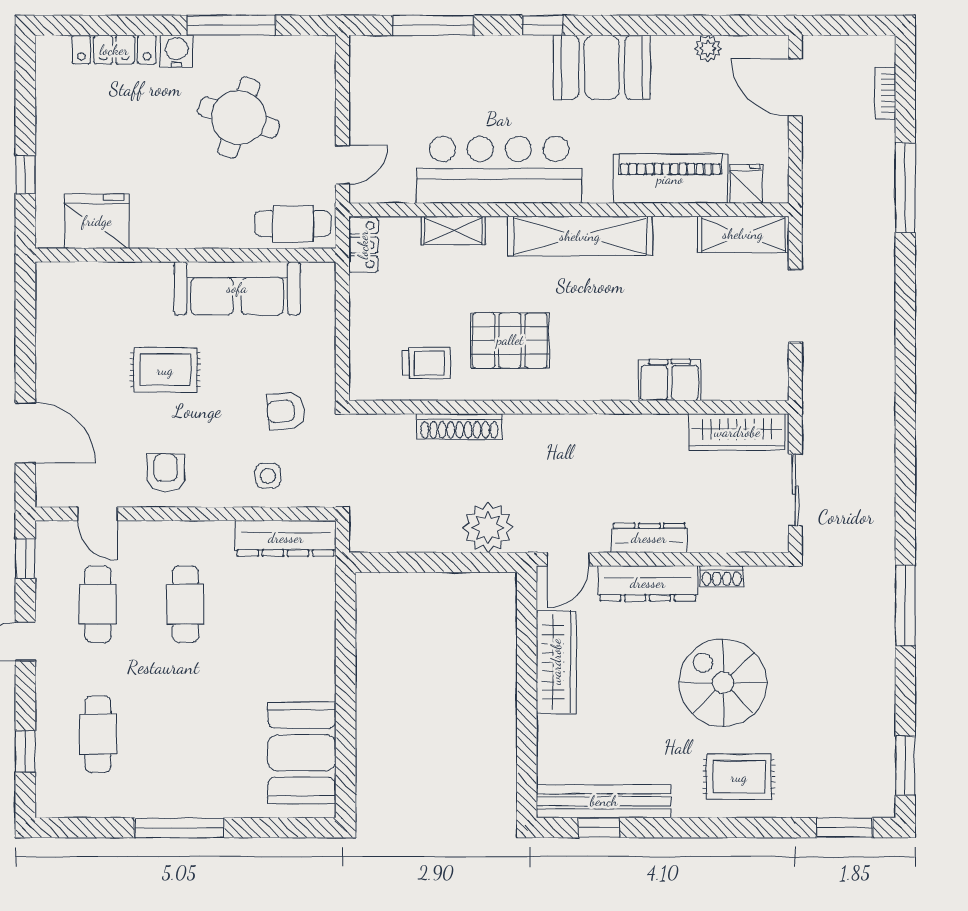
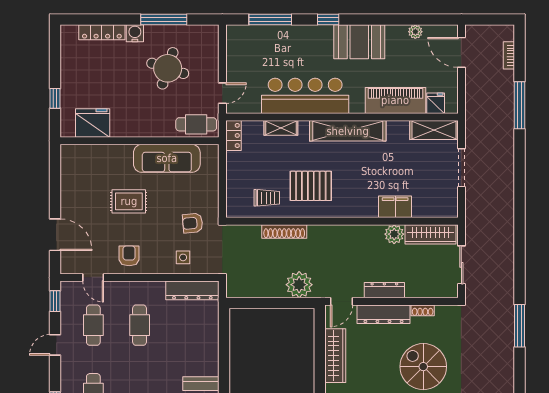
plant: (668, 432) -> (394, 234), added

